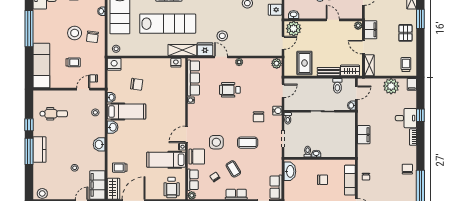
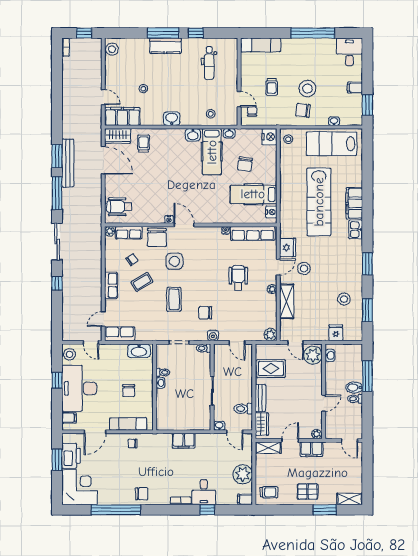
shelving: (182, 50) -> (287, 301), moved
exam couch: (41, 66) -> (261, 45), width x0.73, depth x0.69
hospital bed: (166, 160) -> (253, 194), moved, turned -90

